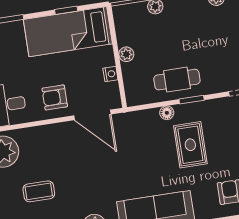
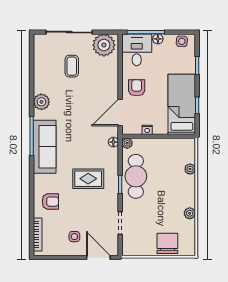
plant: (126, 54) -> (127, 143), moved
cafe table: (177, 80) -> (136, 176), width x1.37, depth x1.35
floor lamp: (167, 113) -> (113, 142), moved

